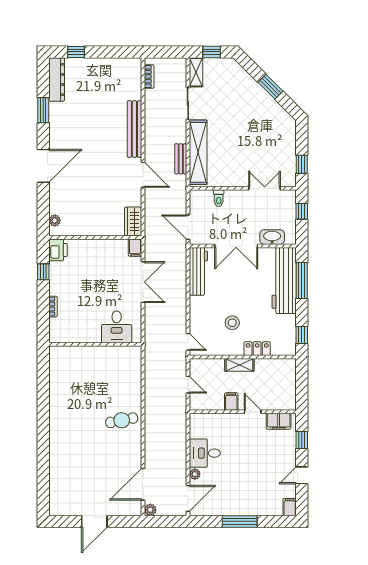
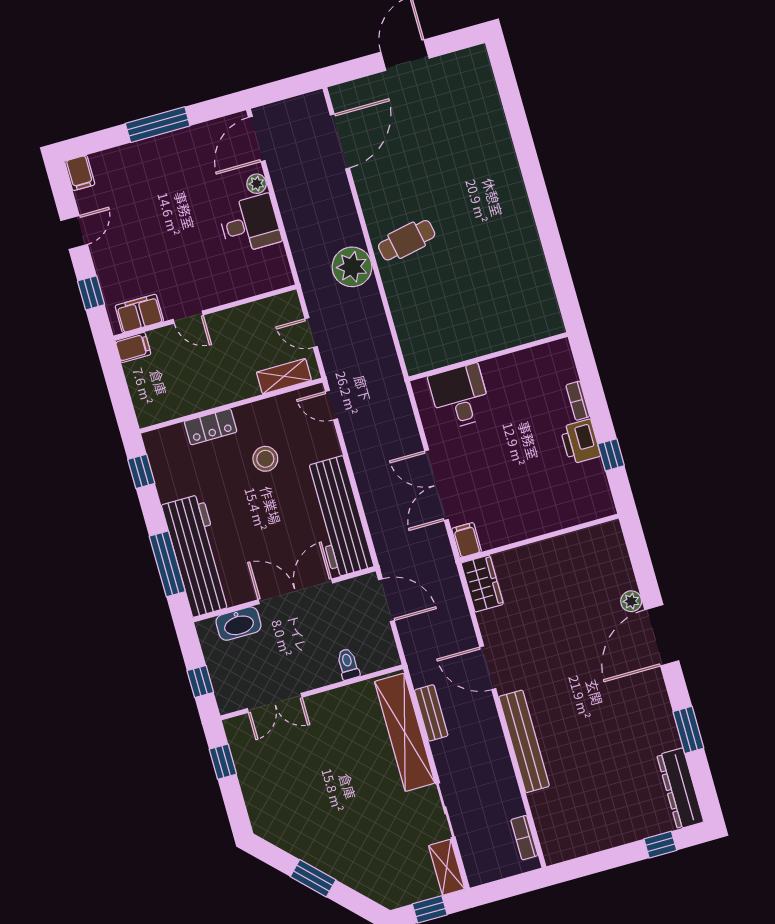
plant: (55, 220) -> (631, 601), moved
printer: (58, 250) -> (580, 442), moved
workbench: (198, 271) -> (338, 517), width x1.36, depth x1.32
shelving: (239, 365) -> (284, 376), moved
filing cabinet: (231, 402) -> (133, 347), moved, turned -90
plant: (150, 510) -> (352, 267), moved, width x1.87, depth x1.87

